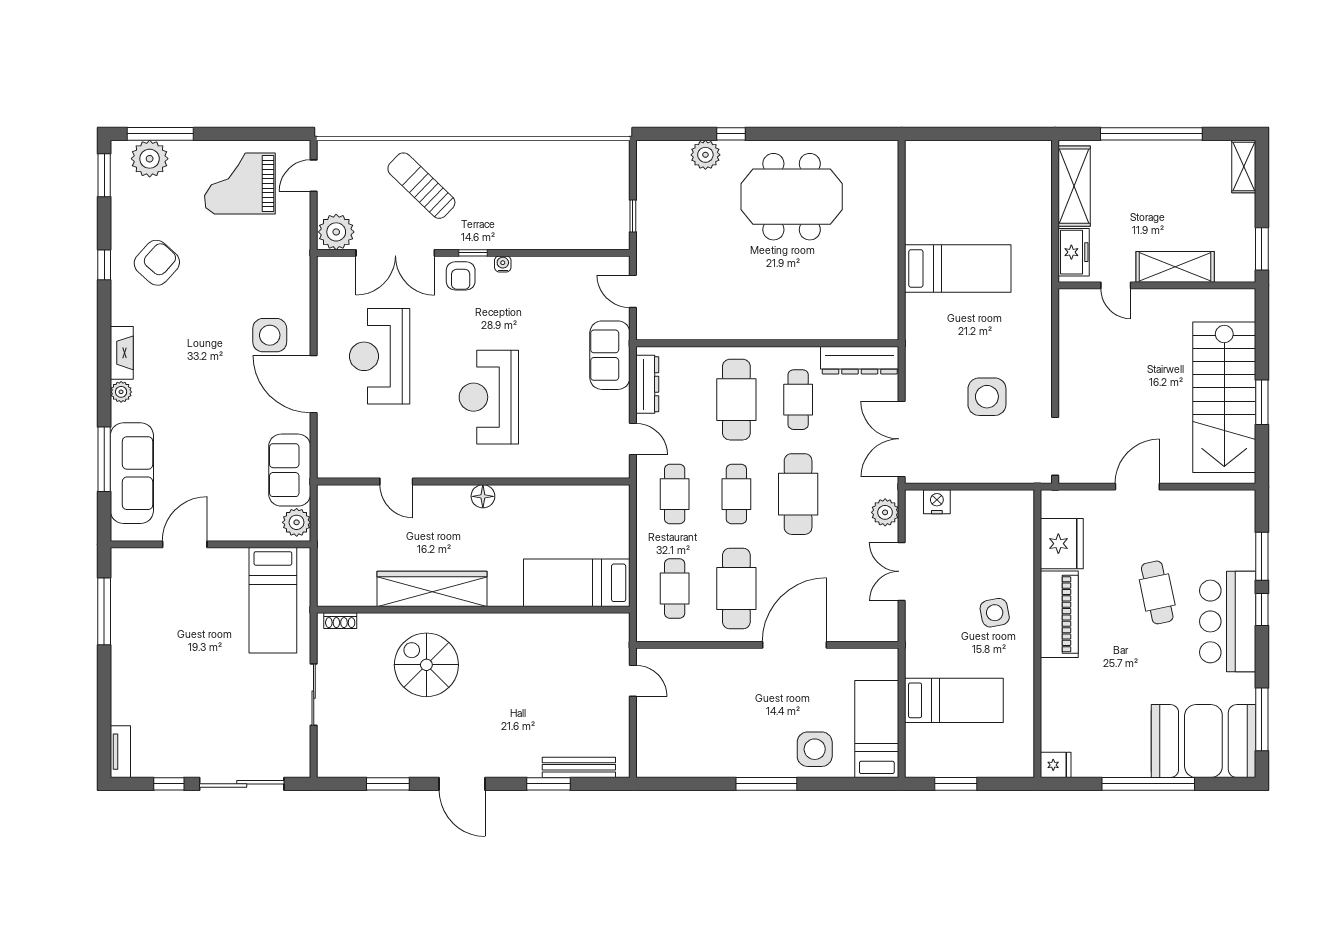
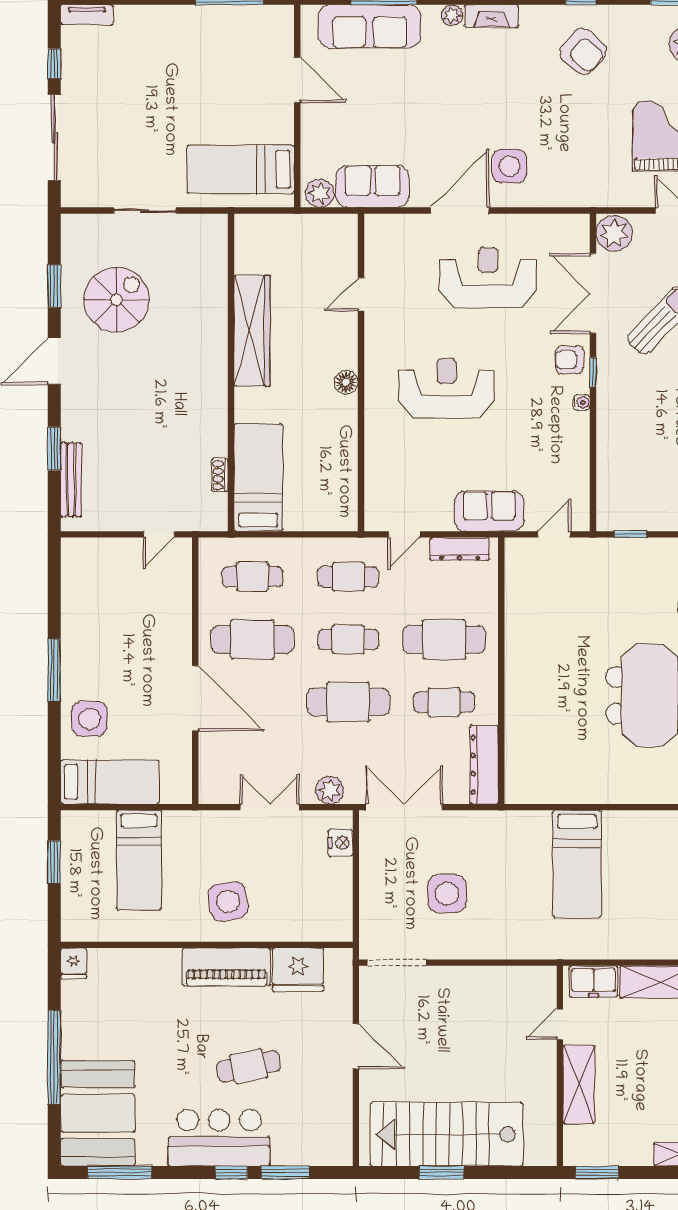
side table: (995, 613) -> (228, 901), width x1.37, depth x1.37
shoe rack: (340, 621) -> (220, 475), moved
spiral stairs: (426, 665) -> (117, 300), moved

